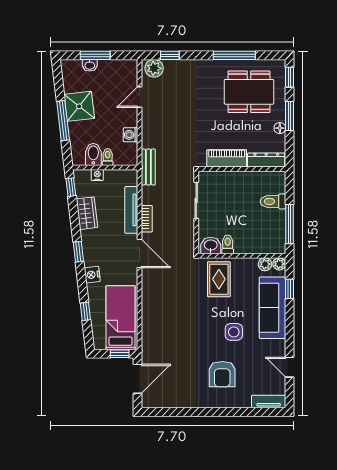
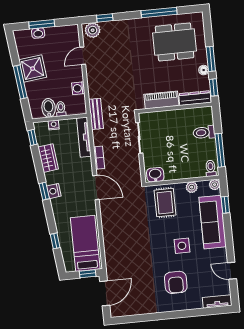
window: (289, 77) -> (214, 87), moved
tv unit: (131, 210) -> (84, 137), moved
toilet: (228, 244) -> (211, 168), moved
plant: (265, 264) -> (192, 187), moved
nightstand: (92, 275) -> (54, 191), moved

